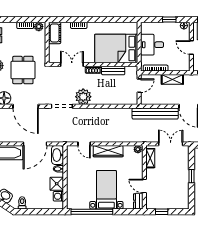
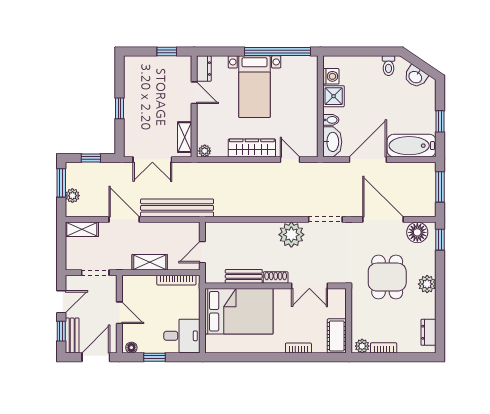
desk: (152, 45) -> (182, 336), moved

